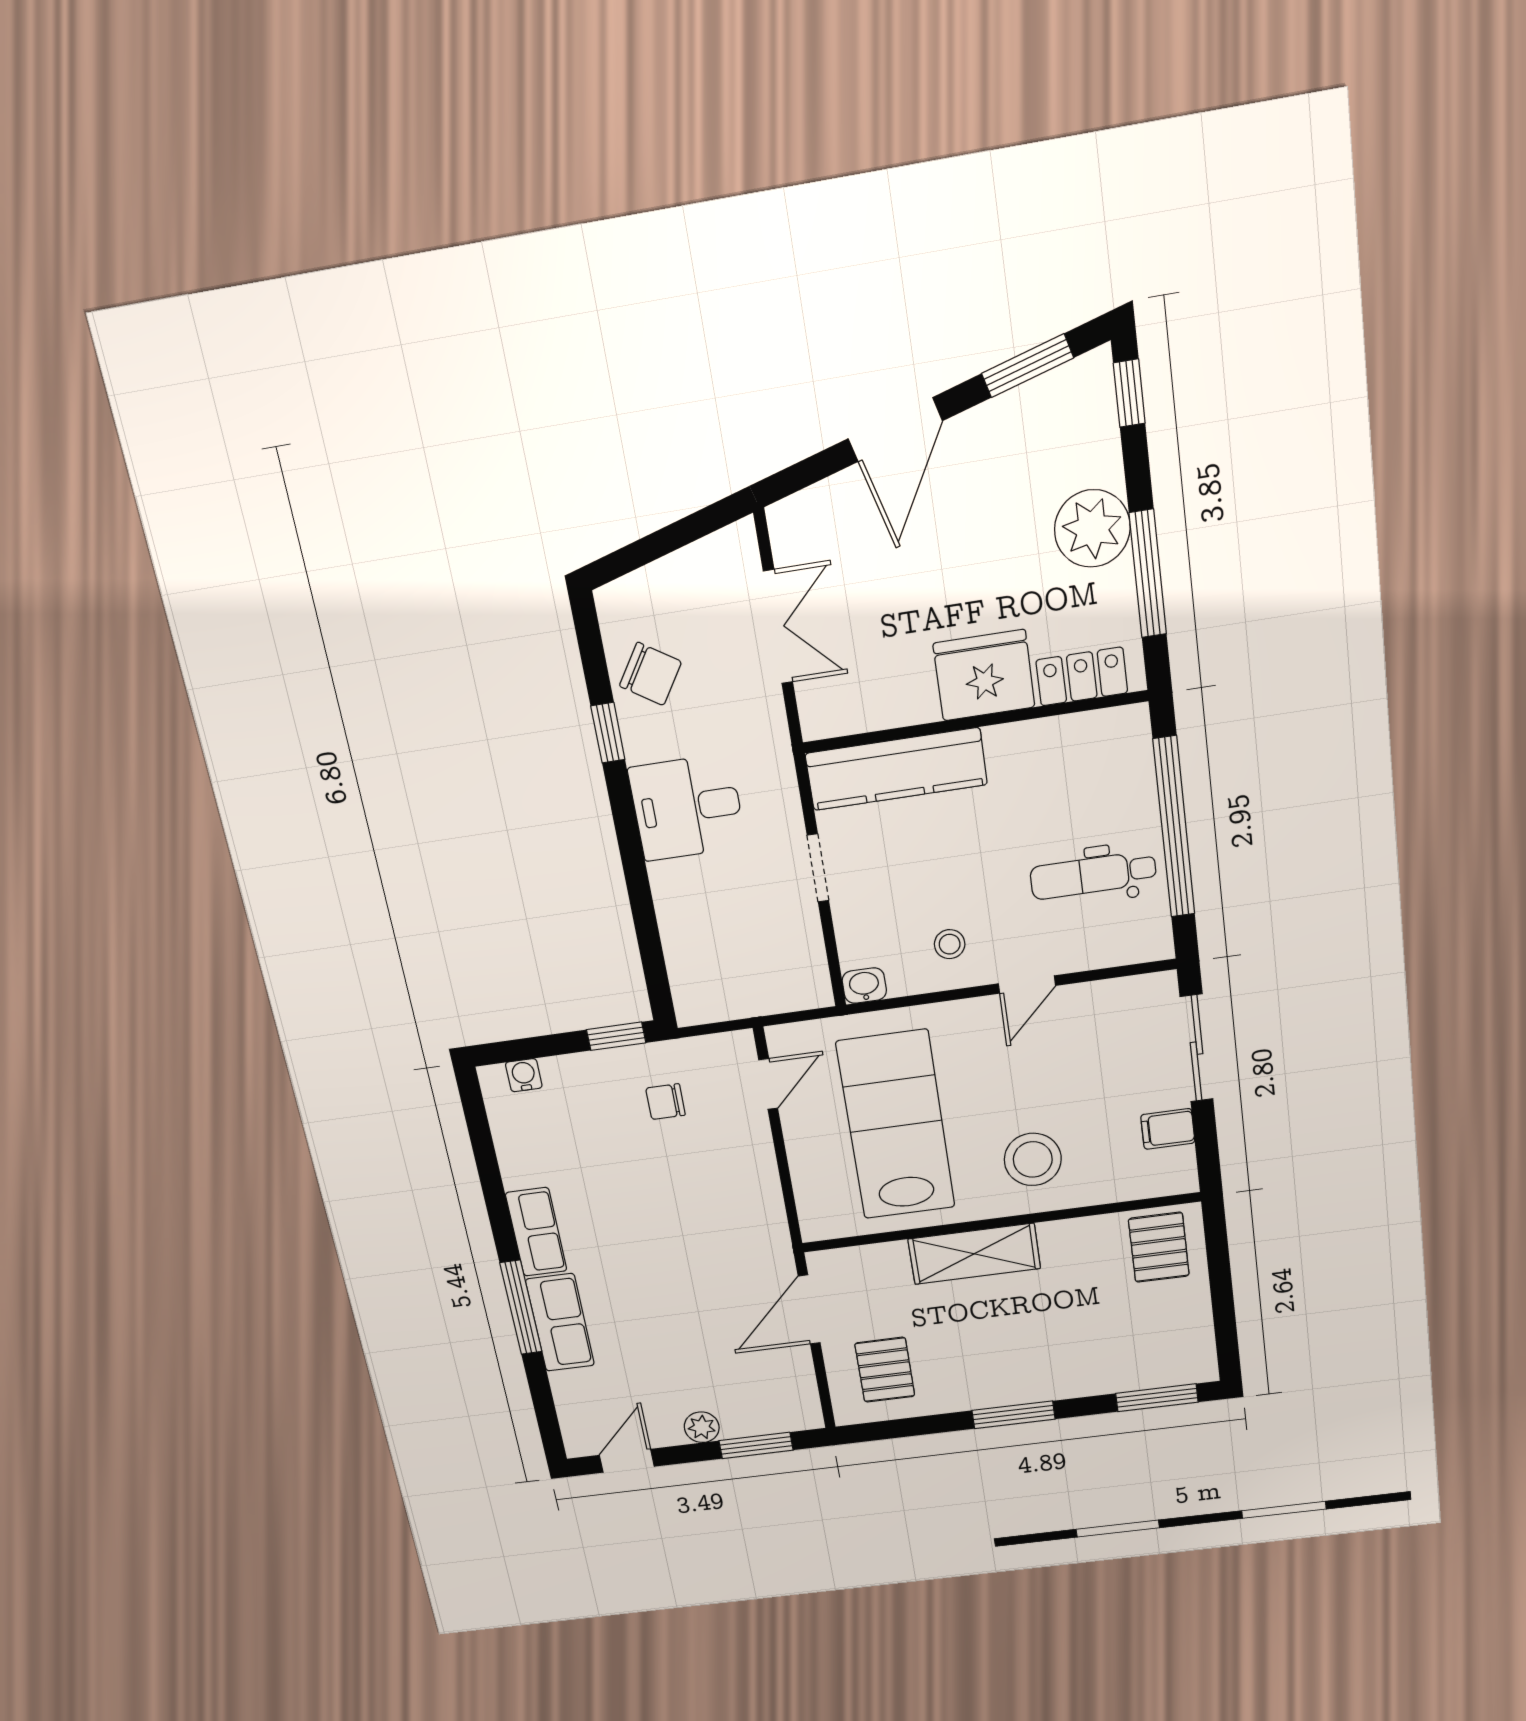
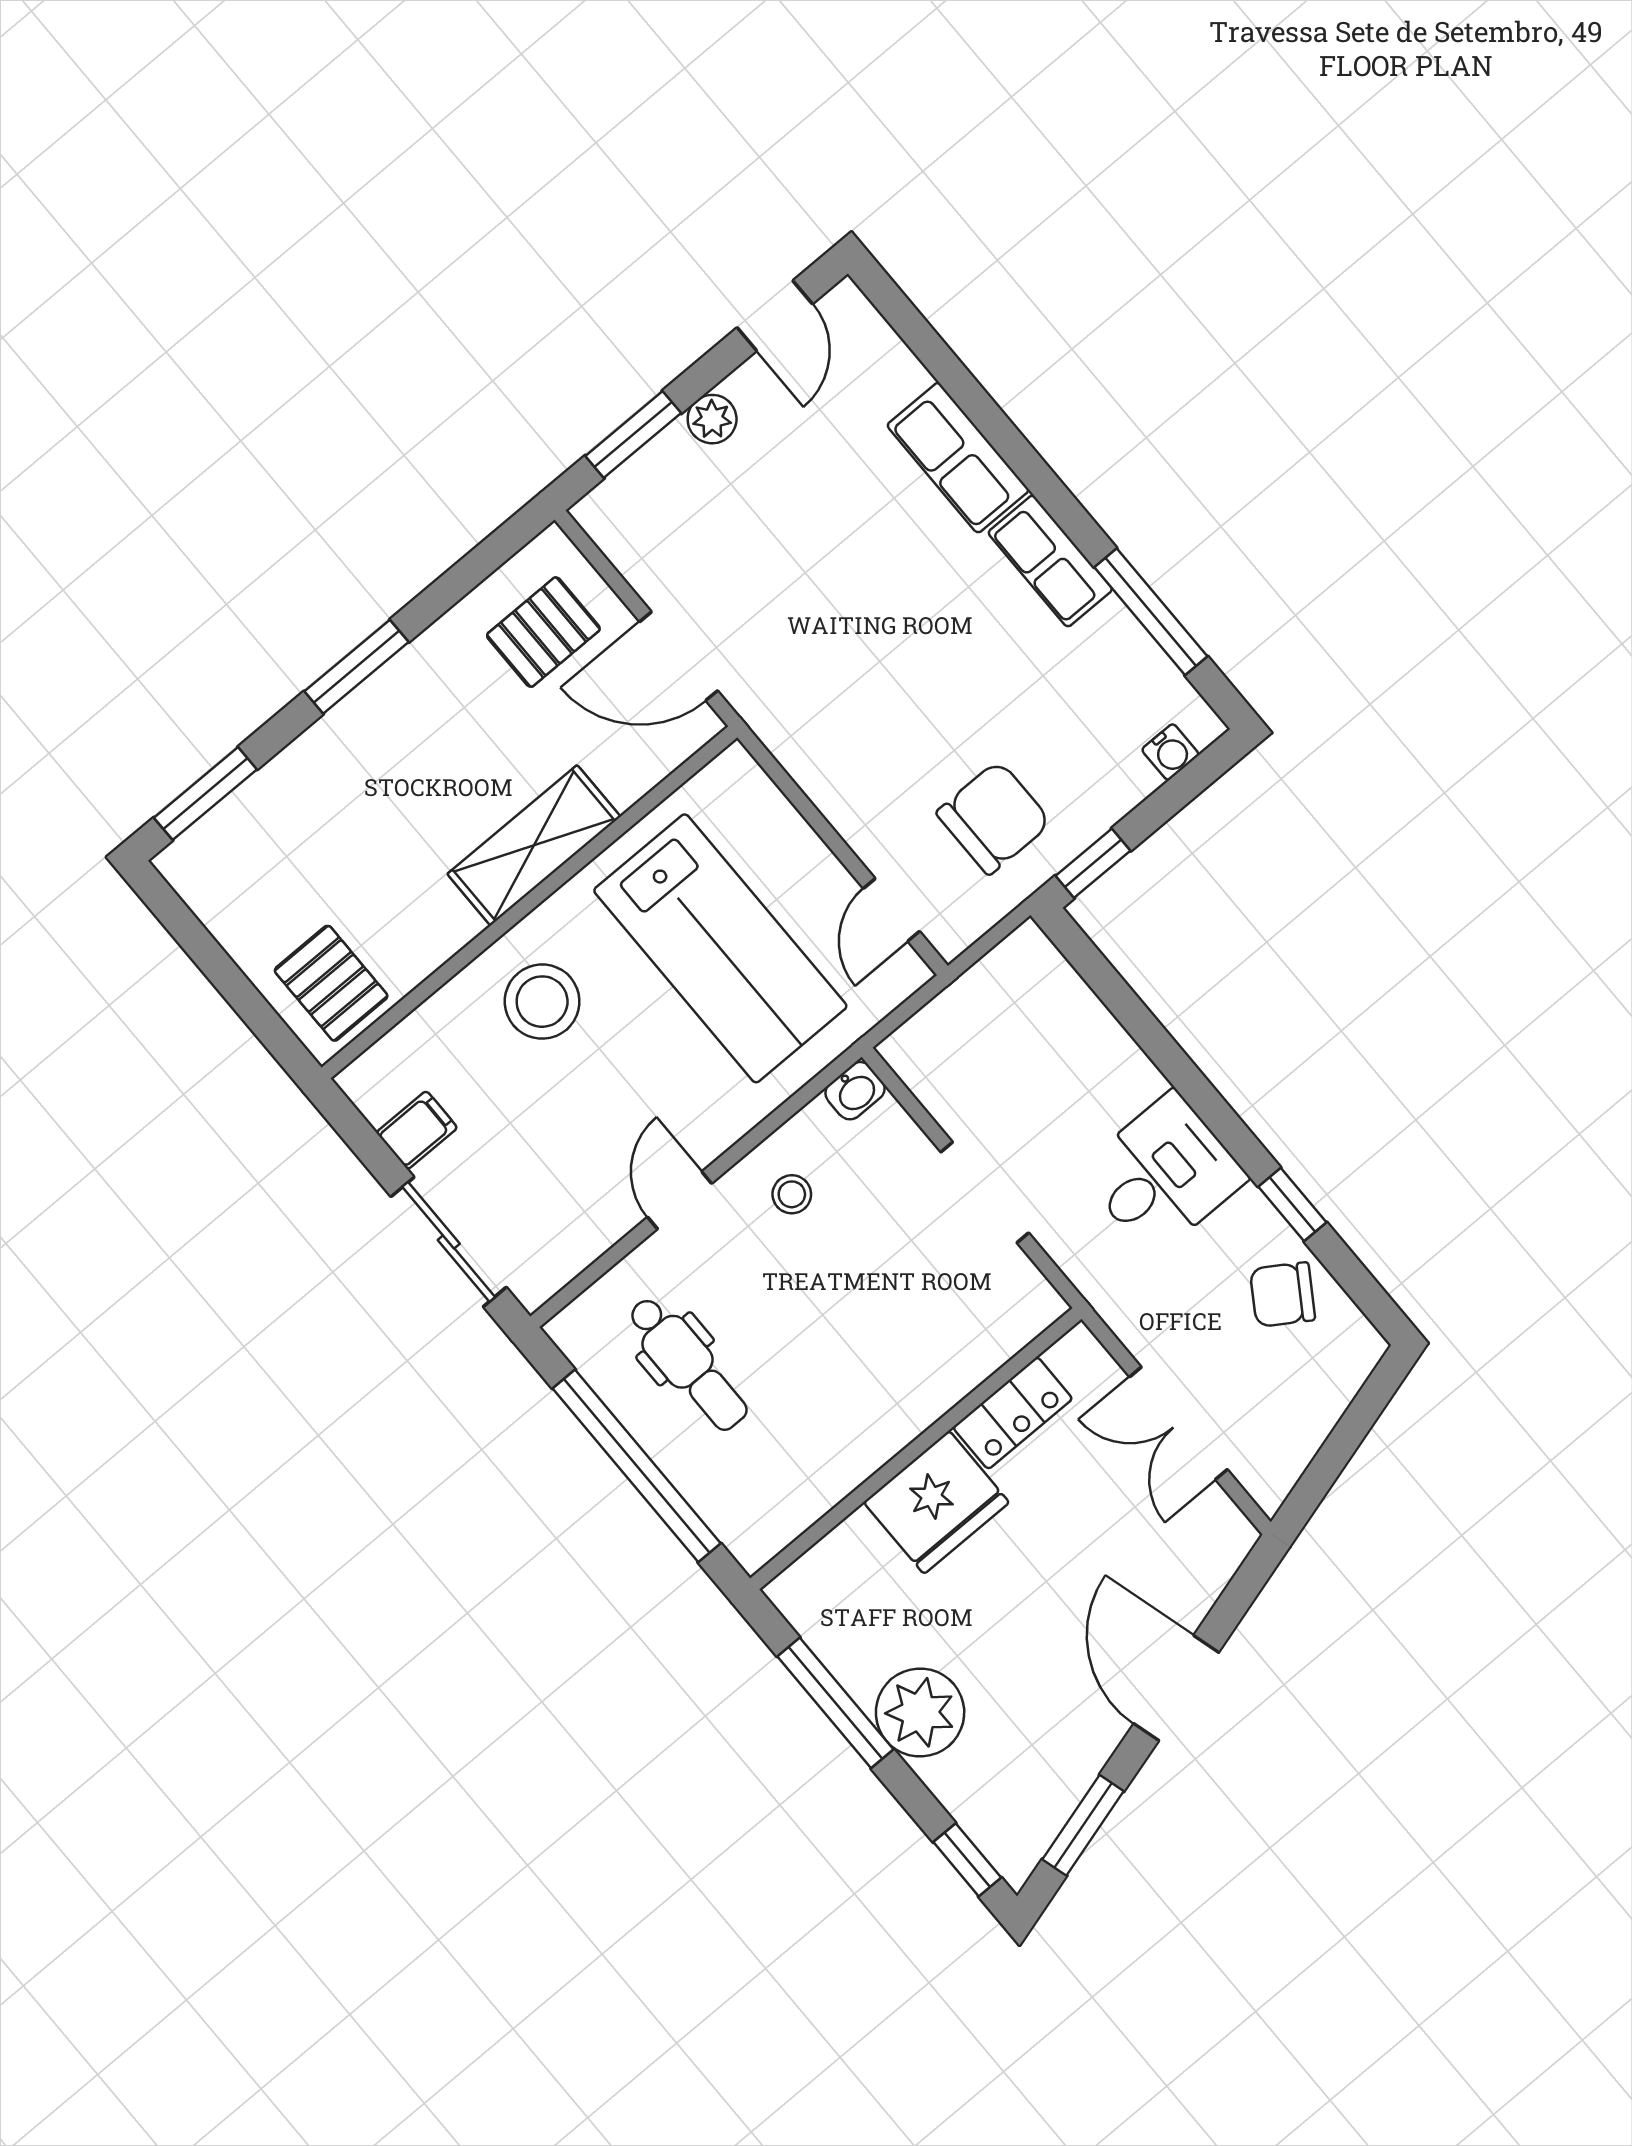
locker: (1082, 676) -> (1013, 1413), moved
kitchen counter: (896, 769) -> (967, 1350), removed
doorway: (818, 868) -> (985, 1192), width x1.38
dental chair: (1093, 875) -> (687, 1364), turned 90
chair: (666, 1102) -> (994, 818), width x1.87, depth x1.87
window: (521, 1307) -> (1151, 612), moved
door: (809, 1309) -> (679, 656), swing flipped
pallet: (885, 1370) -> (543, 632), turned 90

